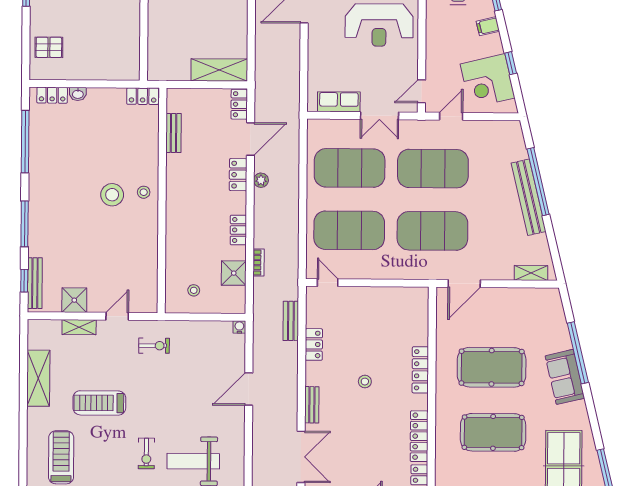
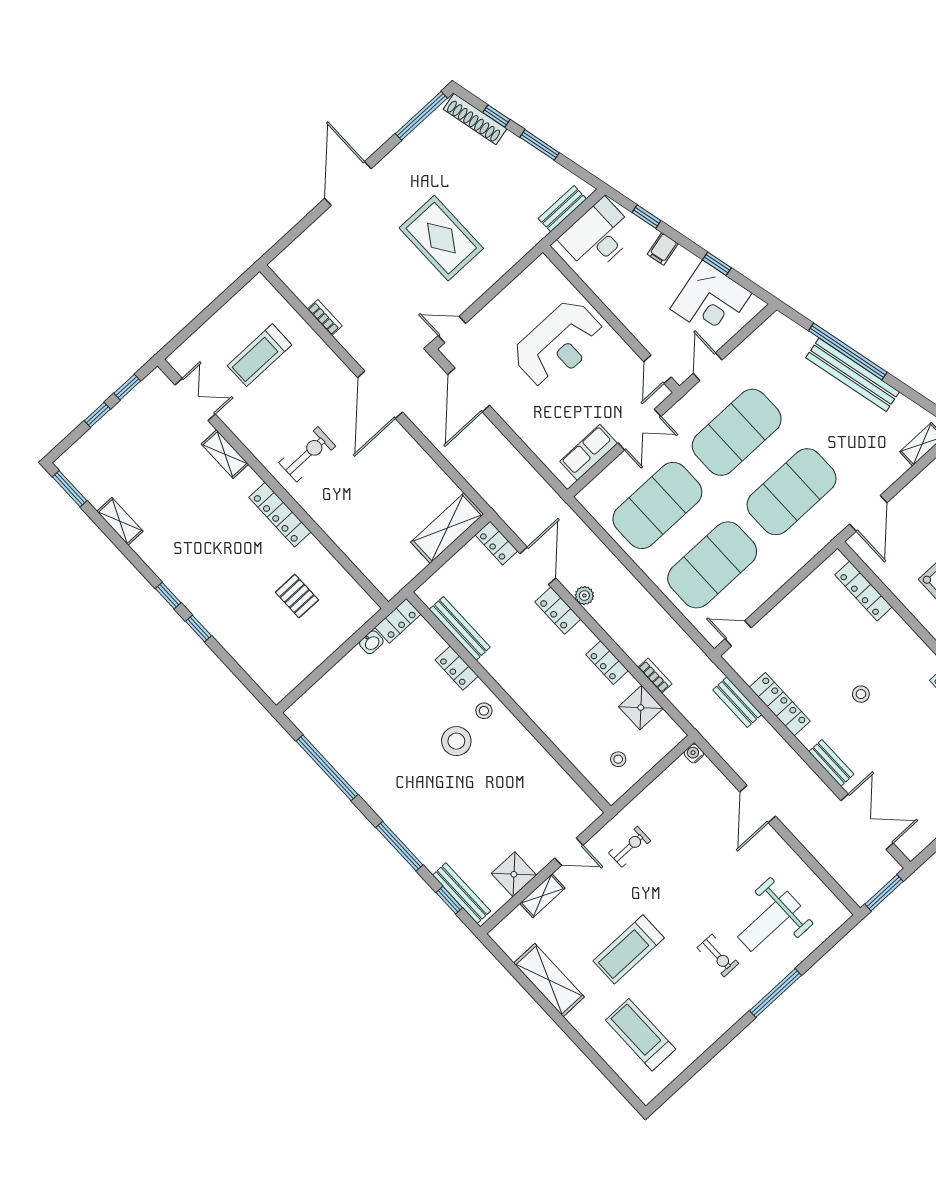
pallet: (49, 47) -> (297, 596), moved, turned 90
washbasin: (78, 94) -> (371, 642), moved
locker: (52, 95) -> (457, 668), moved, turned 90
bench: (174, 133) -> (460, 628), width x1.36
door: (117, 316) -> (569, 852), swing flipped
locker: (314, 344) -> (780, 704), width x1.53
locker: (420, 370) -> (863, 591), moved

